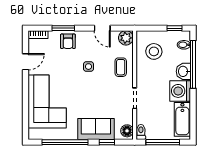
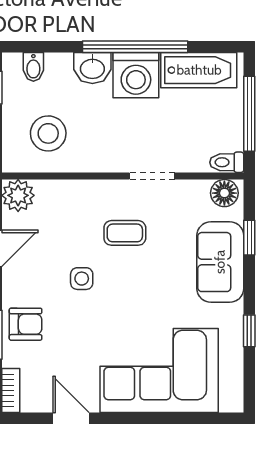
window: (193, 64) -> (135, 47), moved
coffee table: (121, 67) -> (125, 233), moved
window: (65, 142) -> (249, 331), width x0.32

